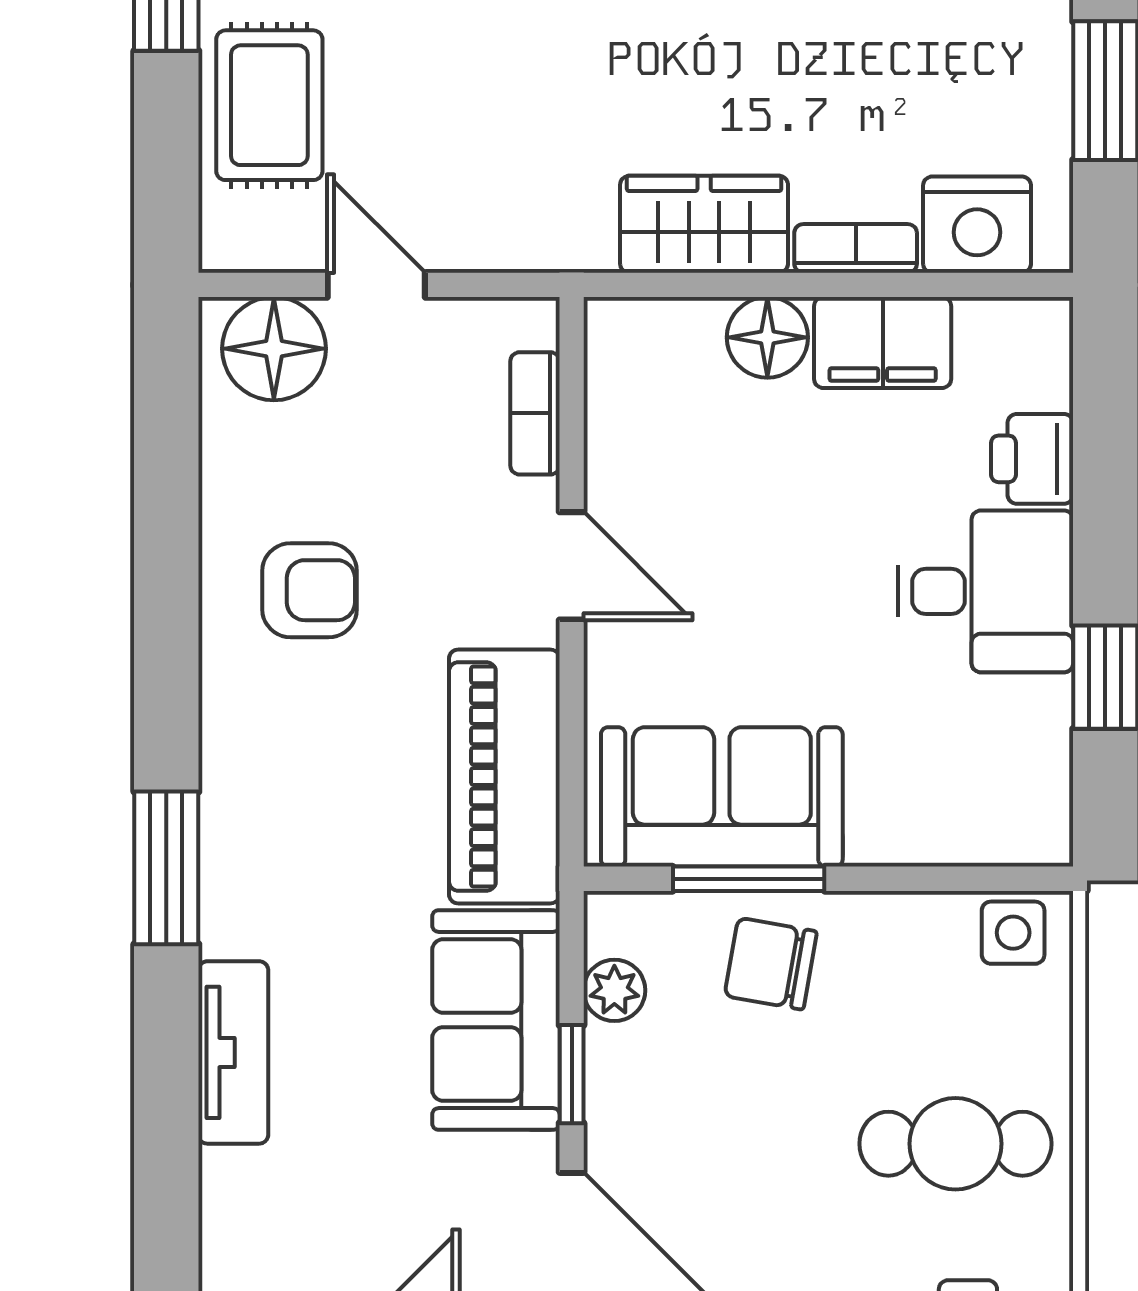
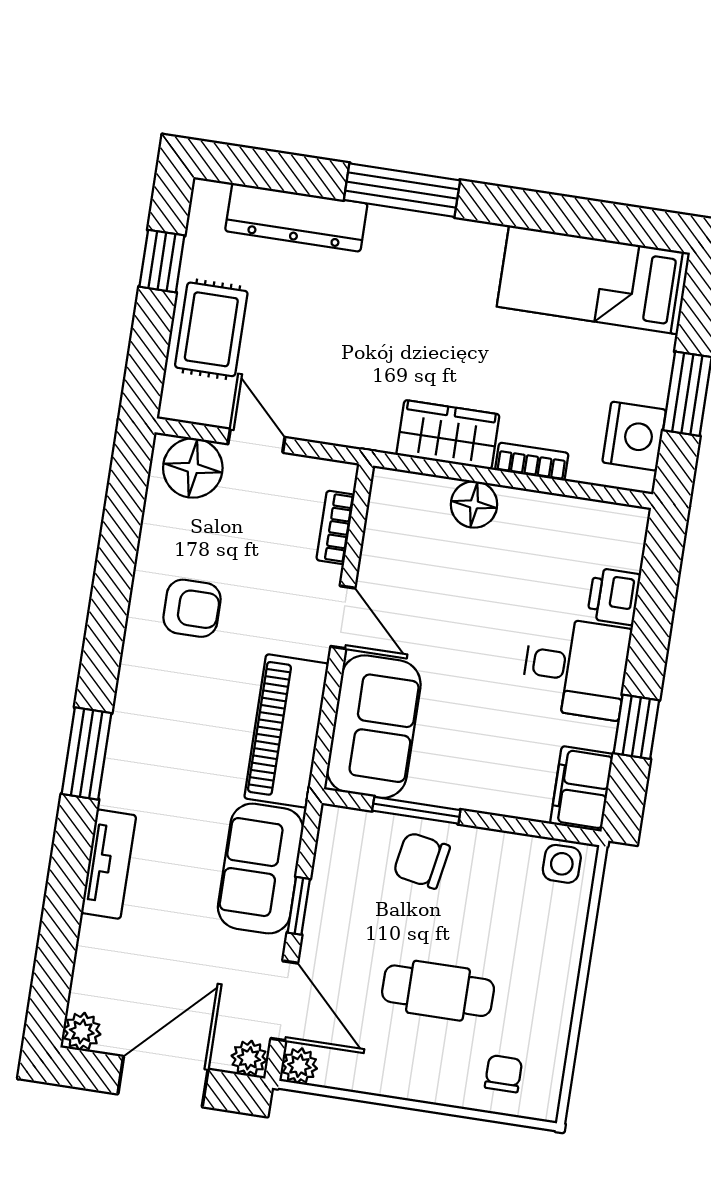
nightstand: (977, 225) -> (634, 436), moved, turned -90
filing cabinet: (883, 343) -> (582, 789), moved, turned 90
sofa: (722, 797) -> (374, 727), moved, turned 90
plant: (614, 990) -> (330, 862), removed
cafe table: (955, 1144) -> (438, 991), moved

